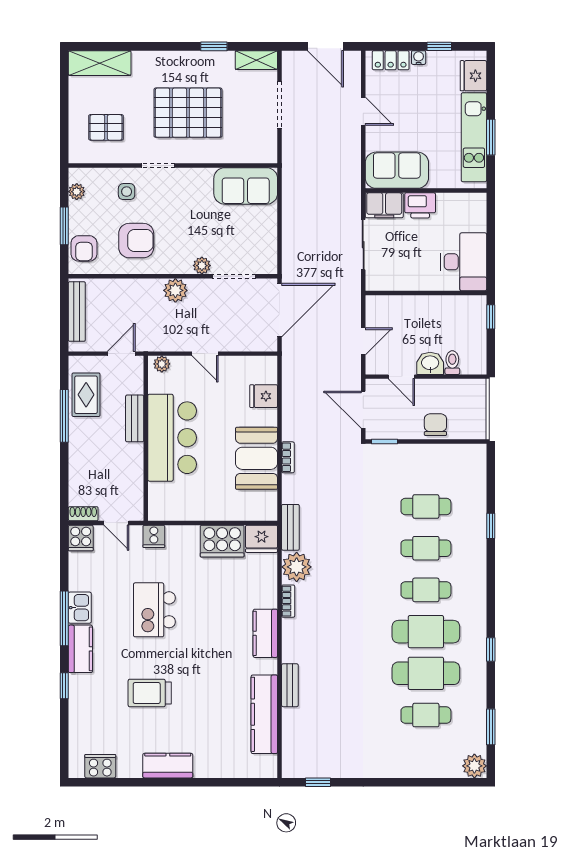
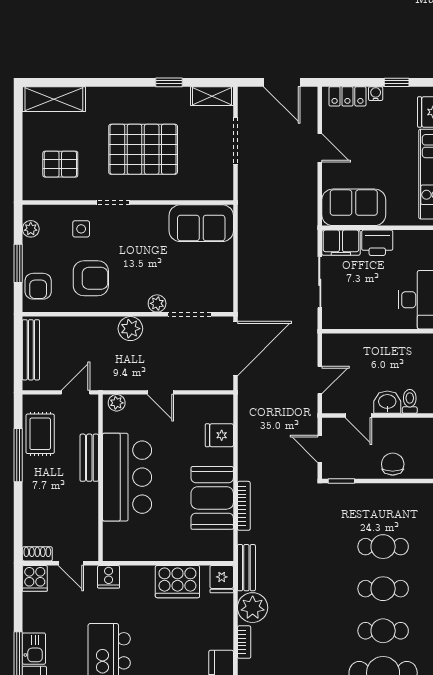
door: (363, 410) -> (320, 449), width x0.73
bookcase: (288, 457) -> (244, 506), width x1.56
fridge: (262, 539) -> (222, 579), width x0.72

